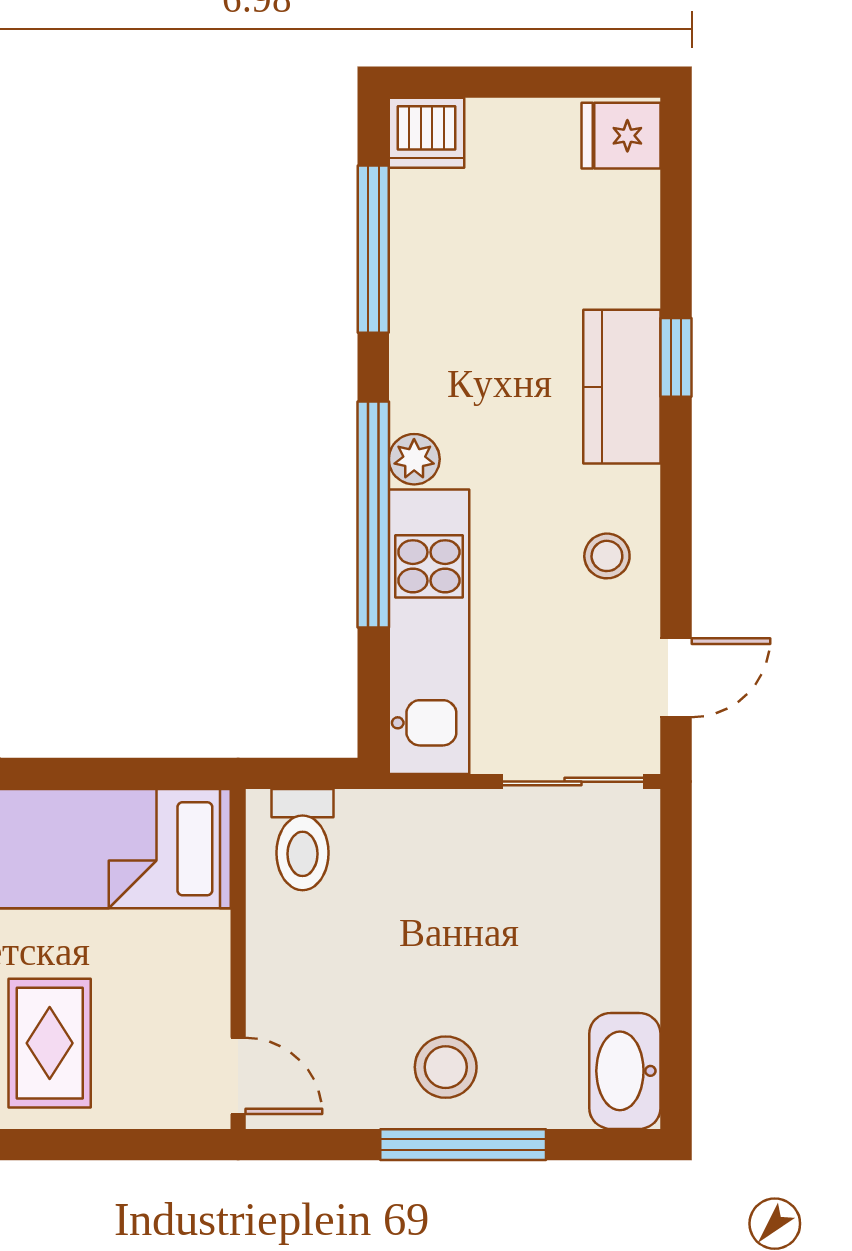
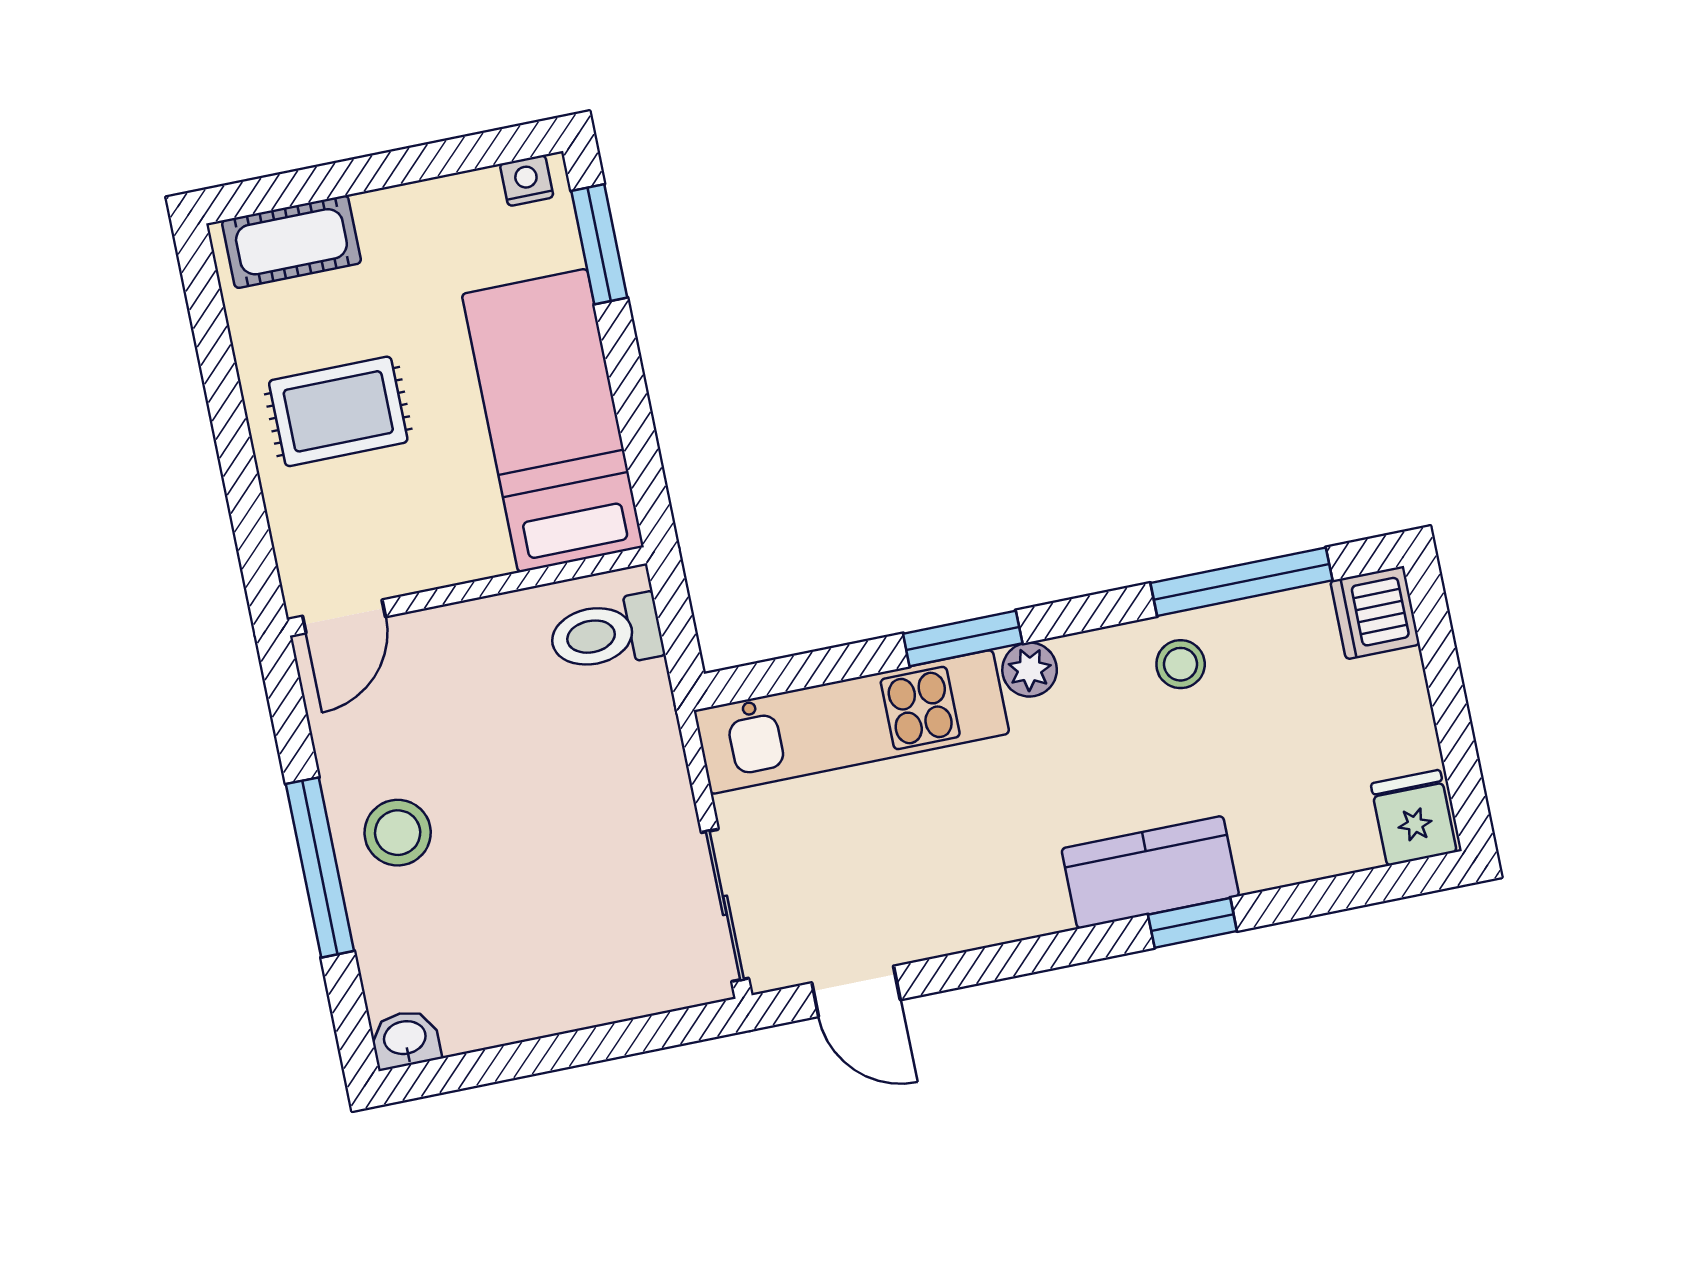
window: (373, 514) -> (963, 638), width x0.47
stool: (607, 556) -> (1181, 664), moved
washbasin: (625, 1071) -> (405, 1039), width x0.52, depth x0.69

